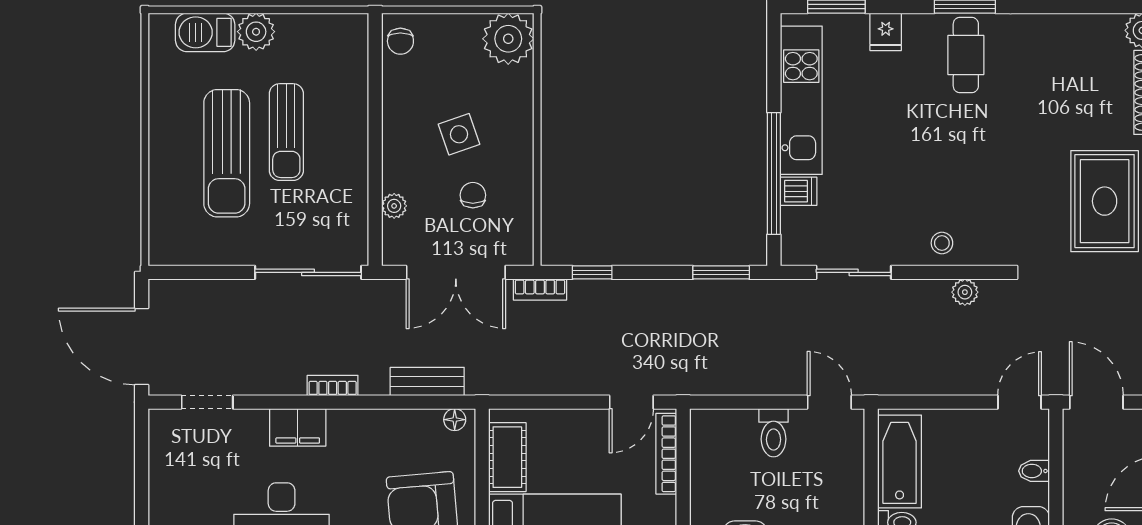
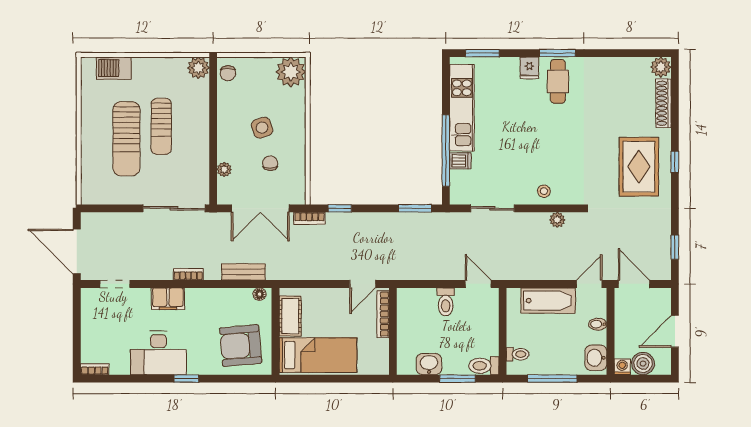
plant: (256, 32) -> (198, 68), moved
fridge: (886, 32) -> (529, 68), moved
bathtub: (900, 462) -> (548, 301), moved, turned 90

